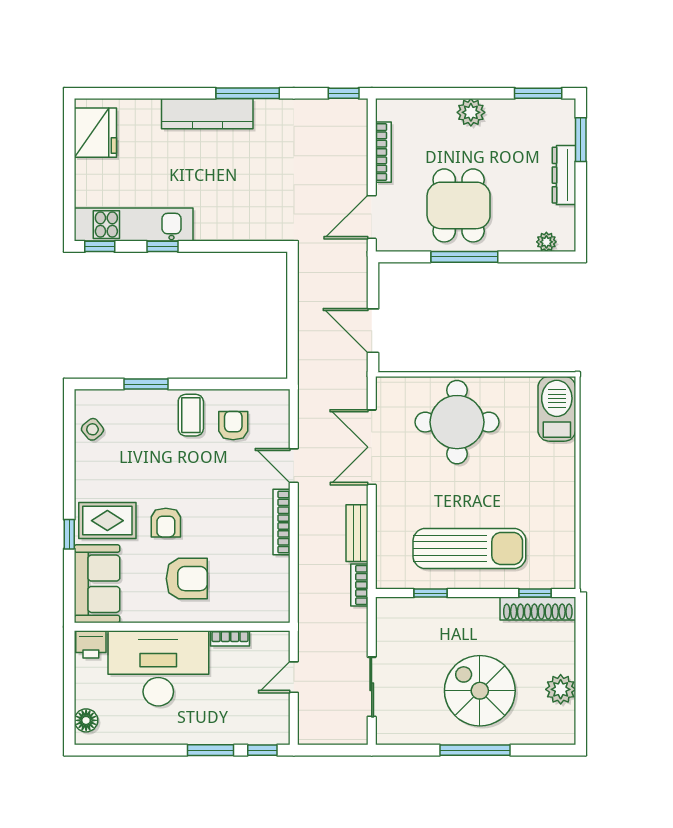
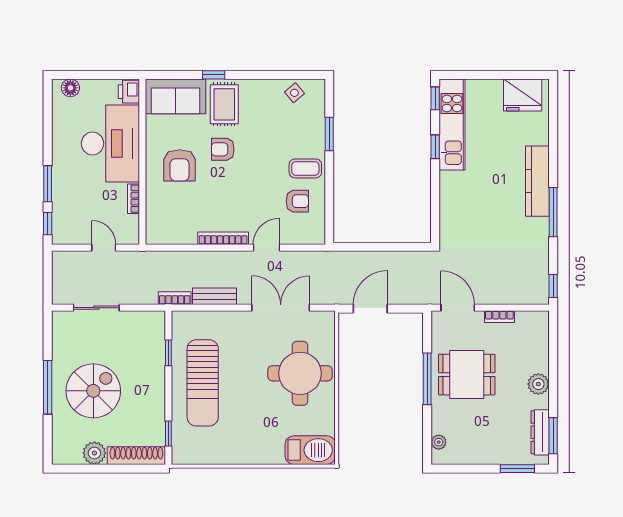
bookcase: (383, 152) -> (499, 317), width x0.64
dresser: (564, 175) -> (540, 432), moved, turned -90
shoe rack: (538, 609) -> (136, 456), moved, turned 90

